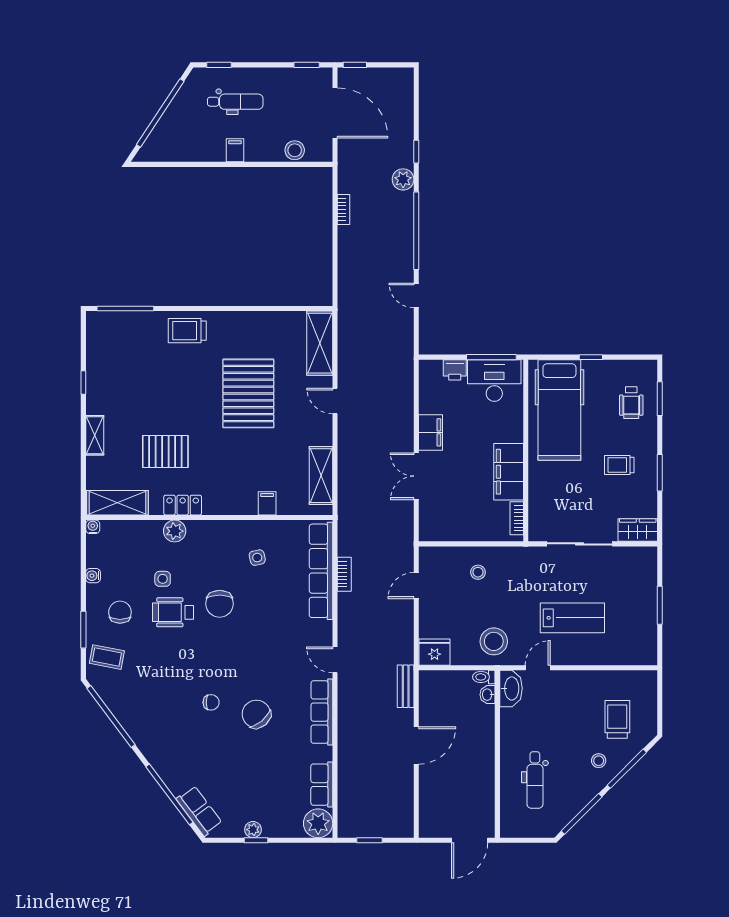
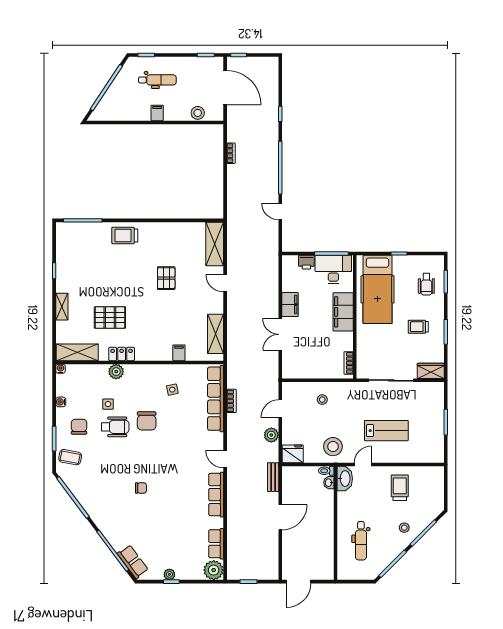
plant: (403, 179) -> (271, 435), moved
pallet: (248, 393) -> (166, 278), width x0.49, depth x0.50
filing cabinet: (509, 472) -> (343, 312), moved
wheelchair: (173, 612) -> (115, 427), turned 180
chair: (256, 714) -> (172, 496), removed
trolley: (617, 719) -> (400, 488), moved
door: (470, 840) -> (299, 582), moved

